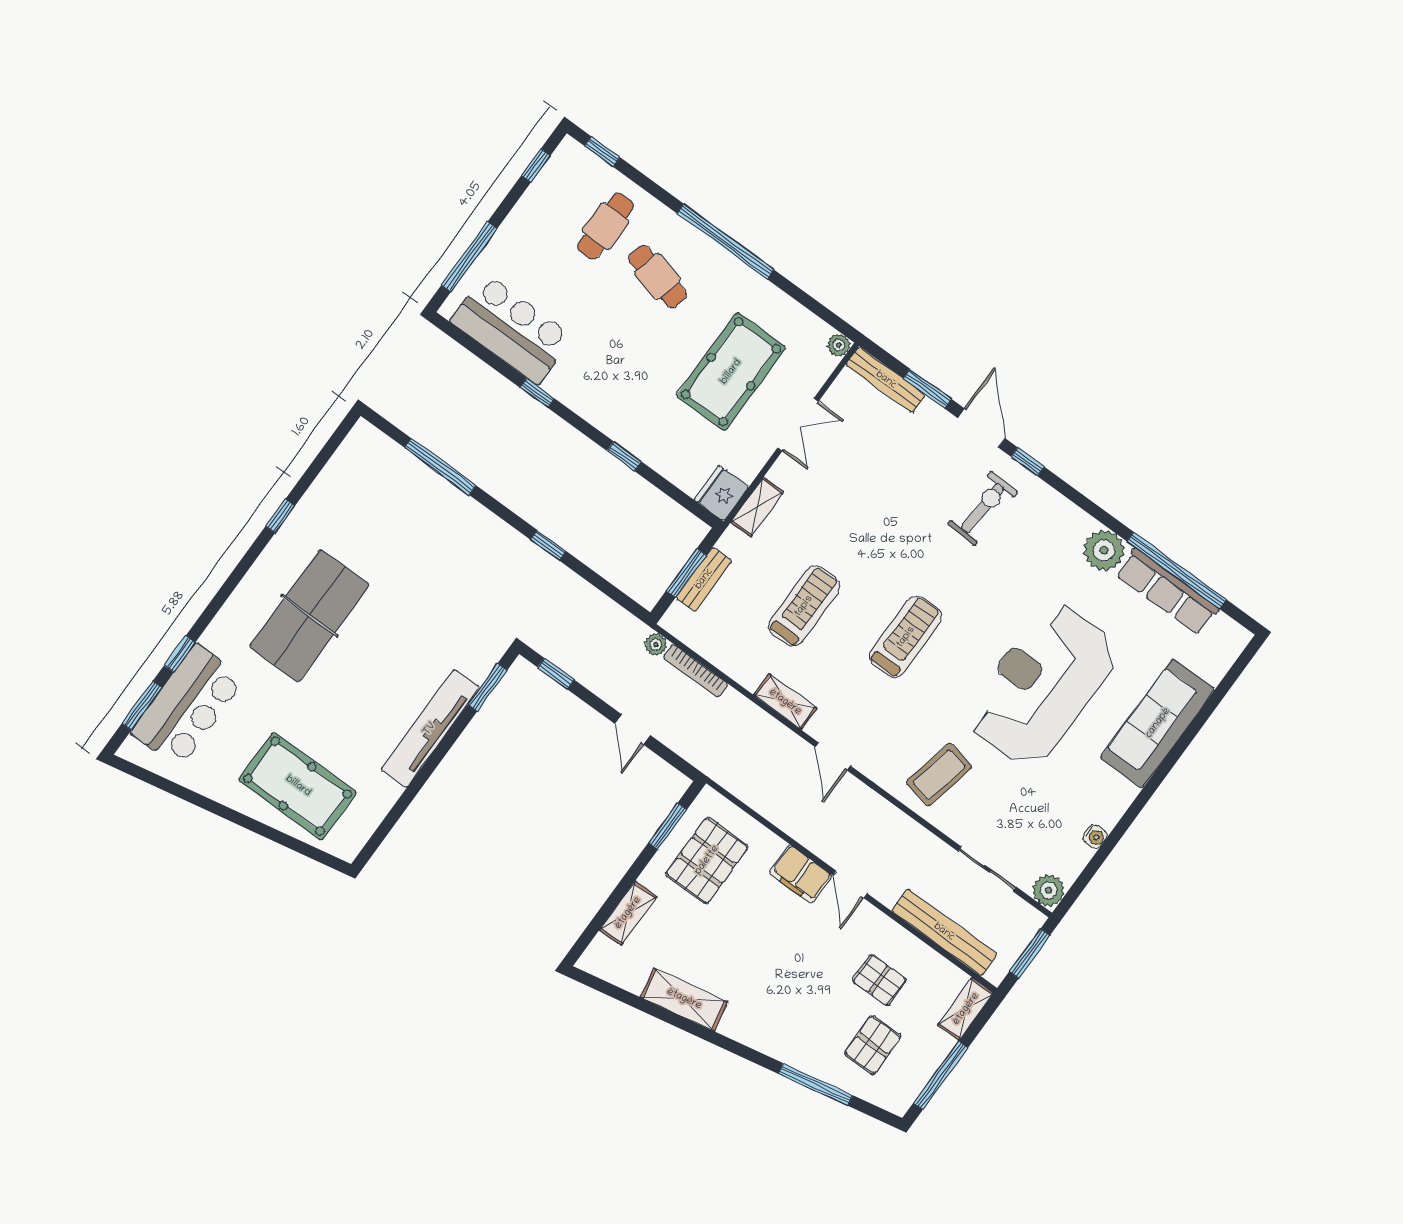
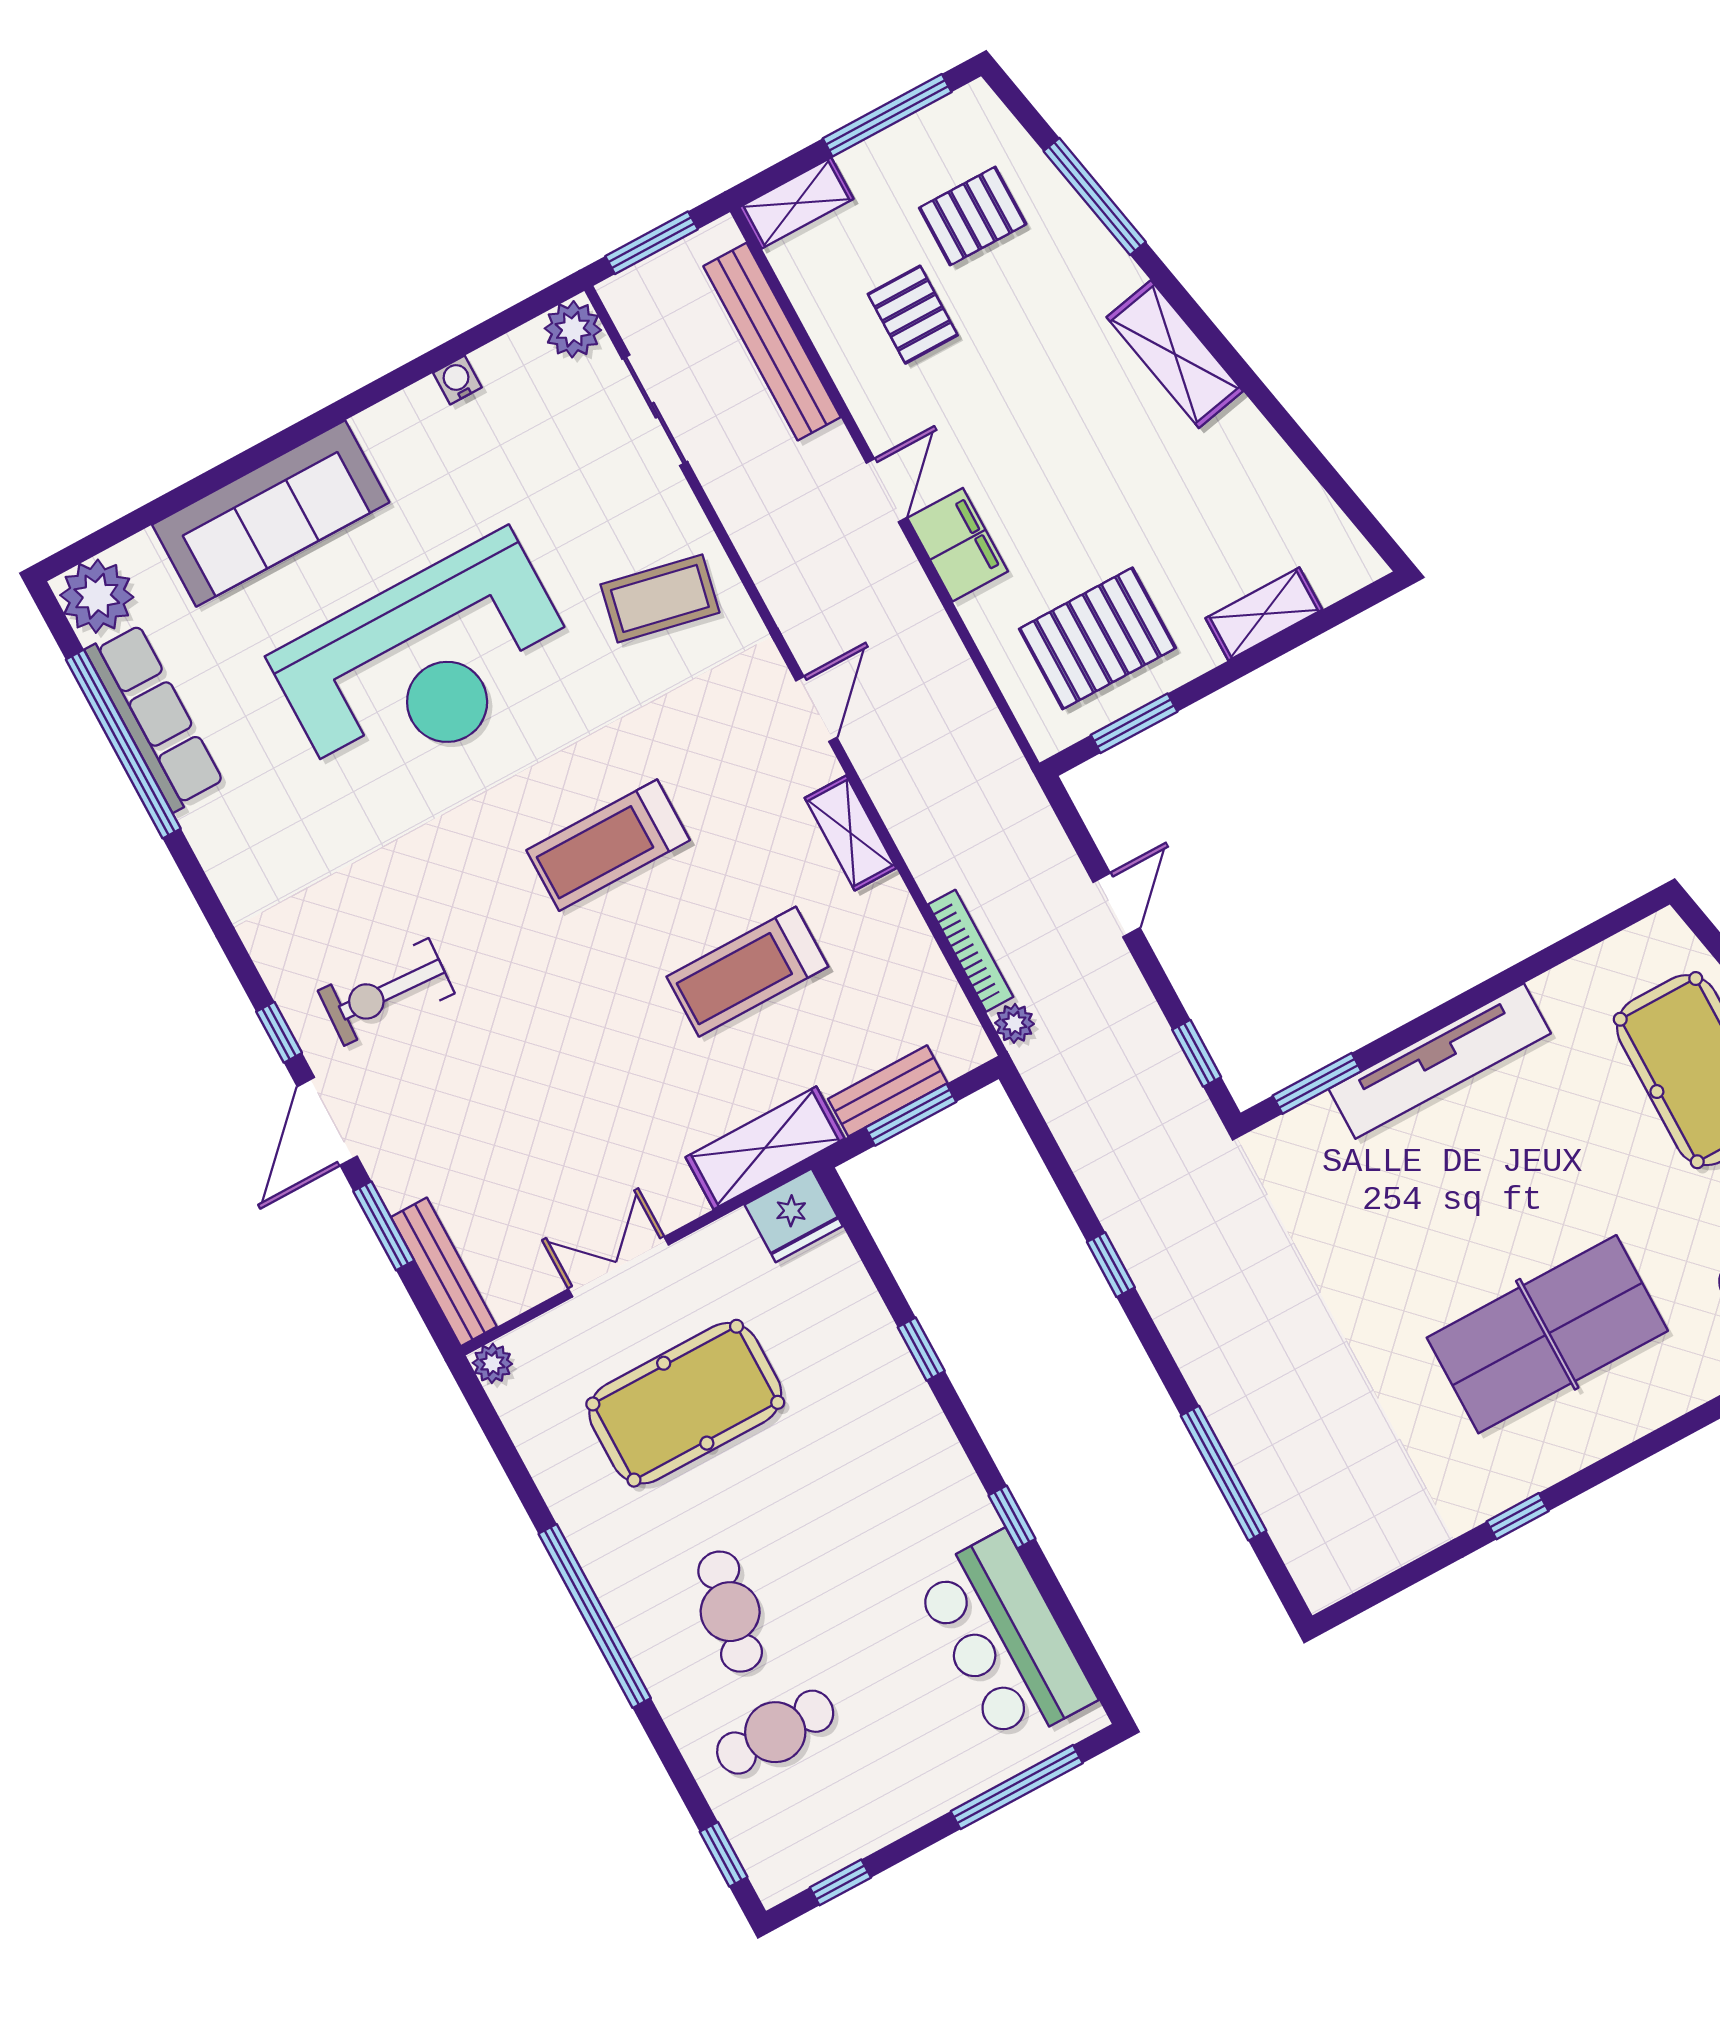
shelving: (757, 507) -> (765, 1148), width x1.50, depth x1.33
plant: (1104, 550) -> (97, 596), moved
shelving: (684, 999) -> (1175, 354), moved

